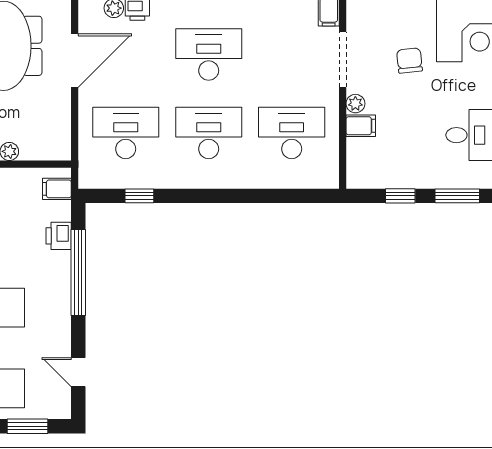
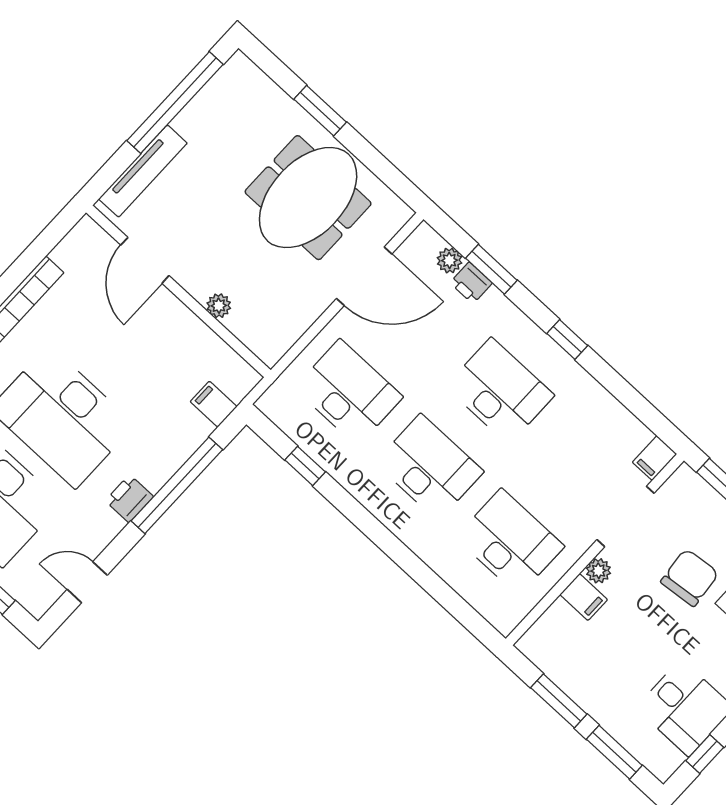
chair: (409, 61) -> (690, 578), width x1.37, depth x1.37
filing cabinet: (57, 189) -> (214, 404), moved
window: (400, 196) -> (559, 701), width x1.50
printer: (59, 236) -> (129, 499), moved
door: (78, 372) -> (87, 582), hinge flipped

